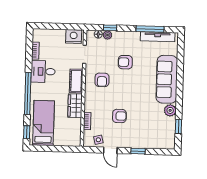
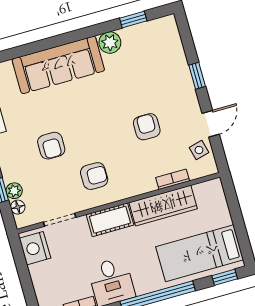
wardrobe: (75, 106) -> (163, 206), width x1.50

